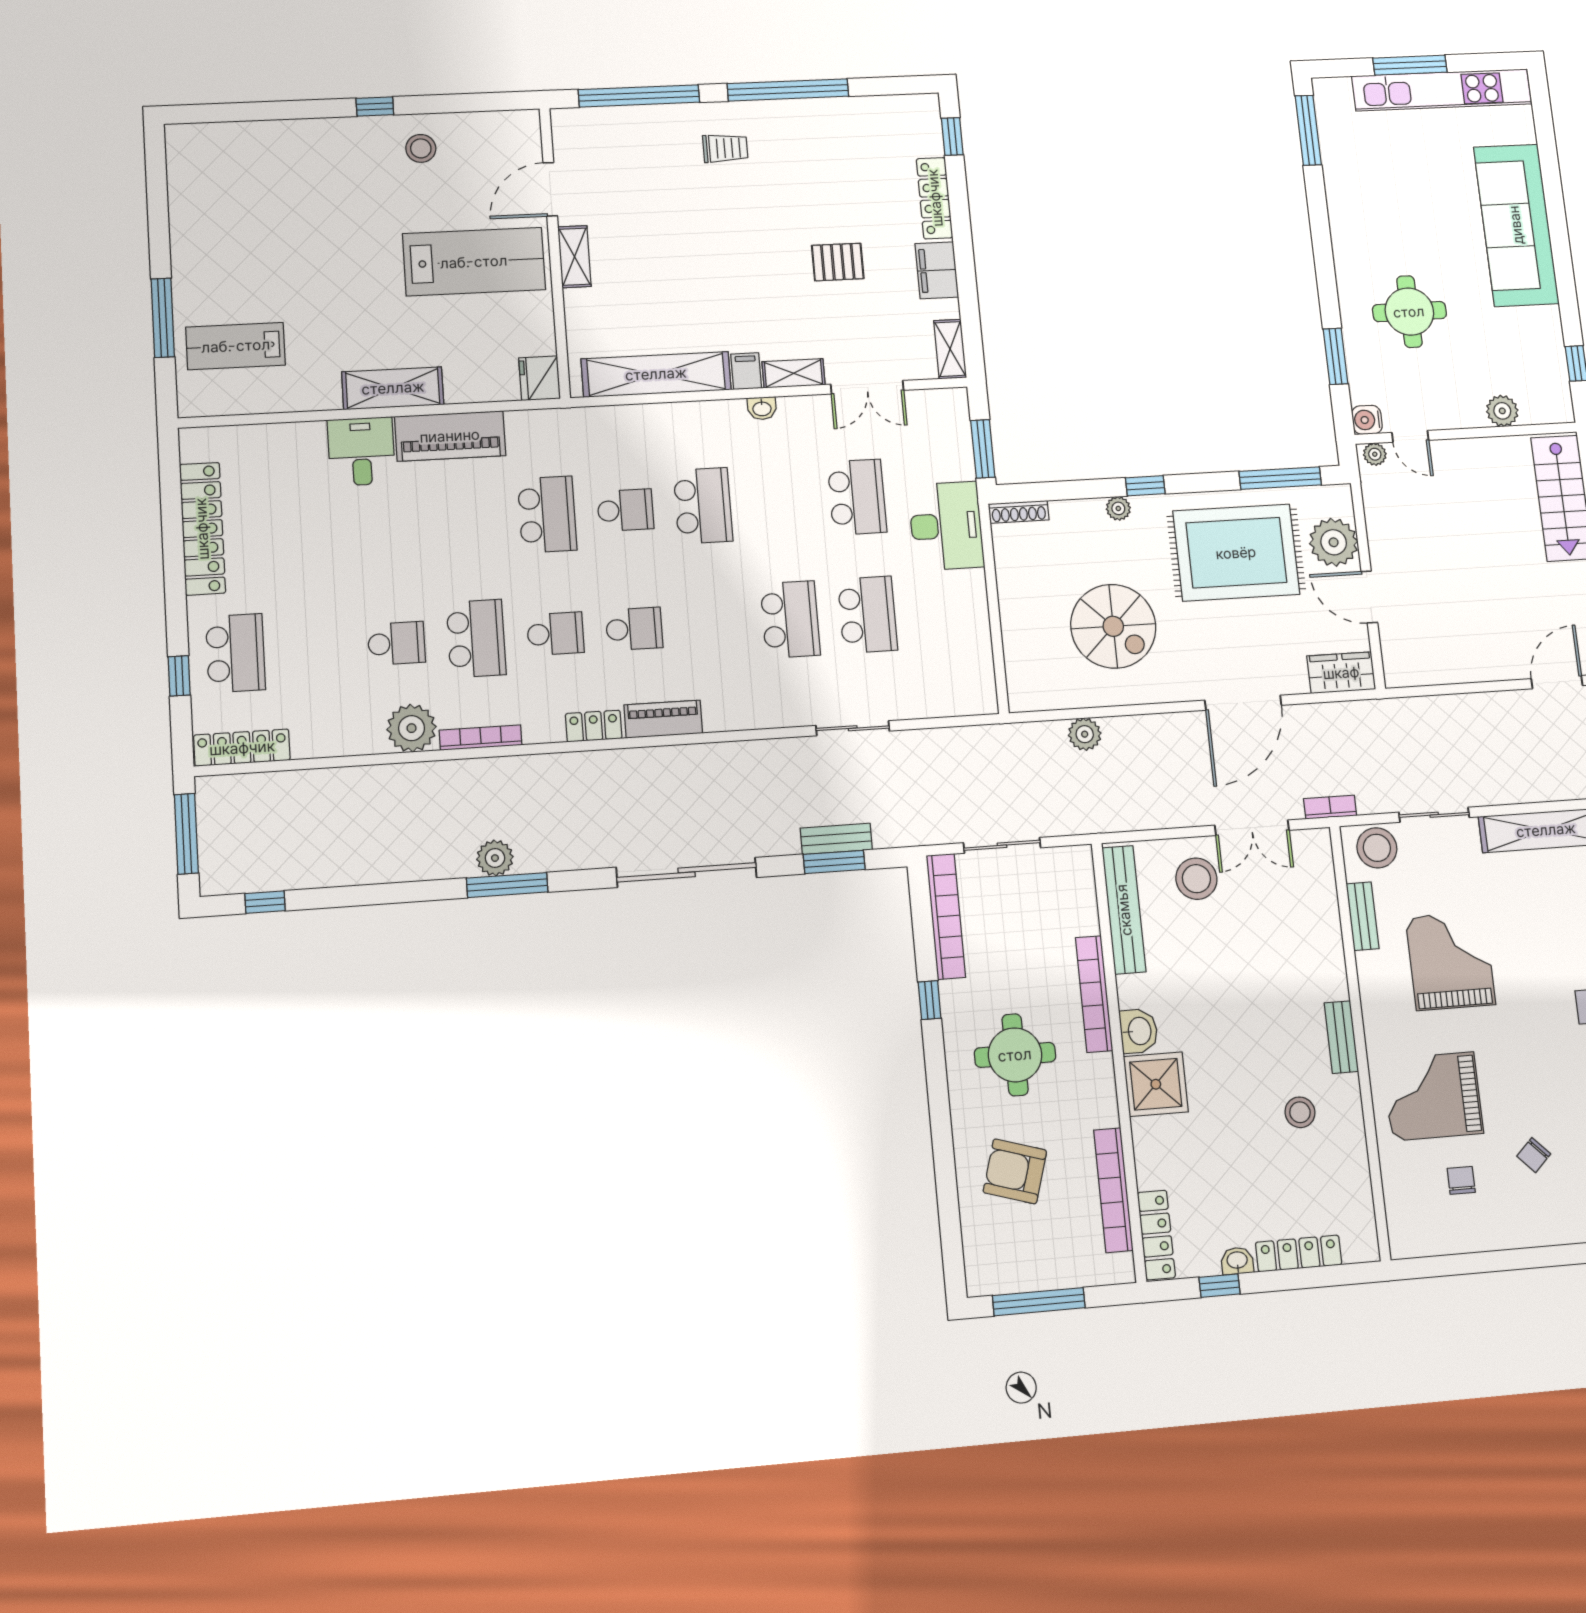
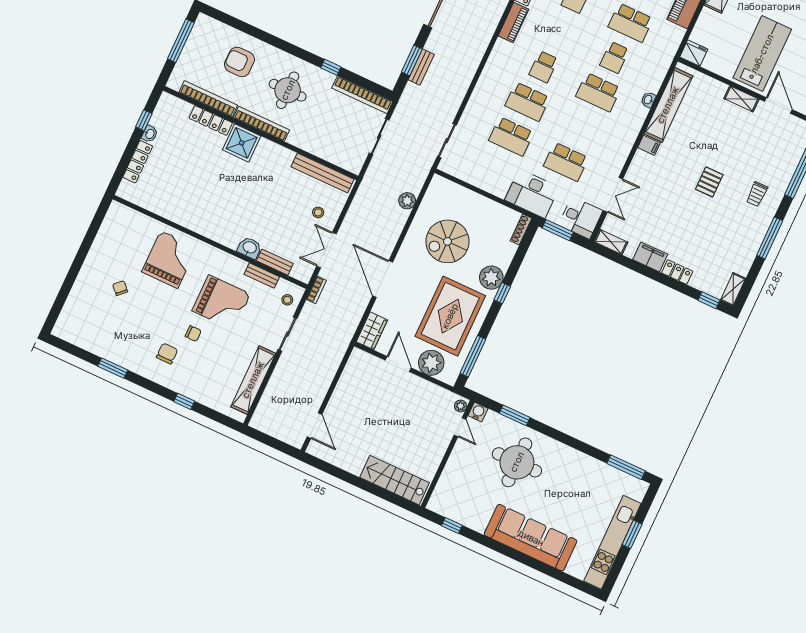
window: (1410, 65) -> (632, 534), width x0.69
window: (788, 90) -> (770, 238), width x0.68
locker: (935, 198) -> (677, 272), width x0.66
lab bench: (474, 262) -> (762, 54), turned 180
pallet: (838, 262) -> (709, 182), moved
round table: (1409, 312) -> (517, 462), width x1.36, depth x1.36
shelving: (793, 373) -> (733, 289), moved
double door: (867, 387) -> (613, 195), swing flipped
washbasin: (762, 408) -> (648, 100), moved
plant: (1502, 411) -> (449, 477), removed
desk: (939, 421) -> (581, 218), added
door: (1410, 436) -> (460, 427), swing flipped
plant: (1118, 508) -> (491, 278), width x1.88, depth x1.88
door: (1369, 597) -> (398, 364), hinge flipped
school desk: (634, 629) -> (544, 67), moved
sliding door: (853, 728) -> (447, 141), moved
stool: (1377, 848) -> (287, 300), width x0.53, depth x0.53
stool: (1196, 879) -> (318, 212), width x0.53, depth x0.53
bookcase: (1094, 994) -> (261, 124), moved
washbasin: (1139, 1031) -> (250, 248), moved, turned 180
bench: (1341, 1037) -> (275, 262), moved
stool: (1300, 1112) -> (195, 198), removed
armchair: (1015, 1171) -> (240, 62), turned -107
chair: (1461, 1180) -> (193, 334), moved
locker: (1156, 1235) -> (211, 120), moved

